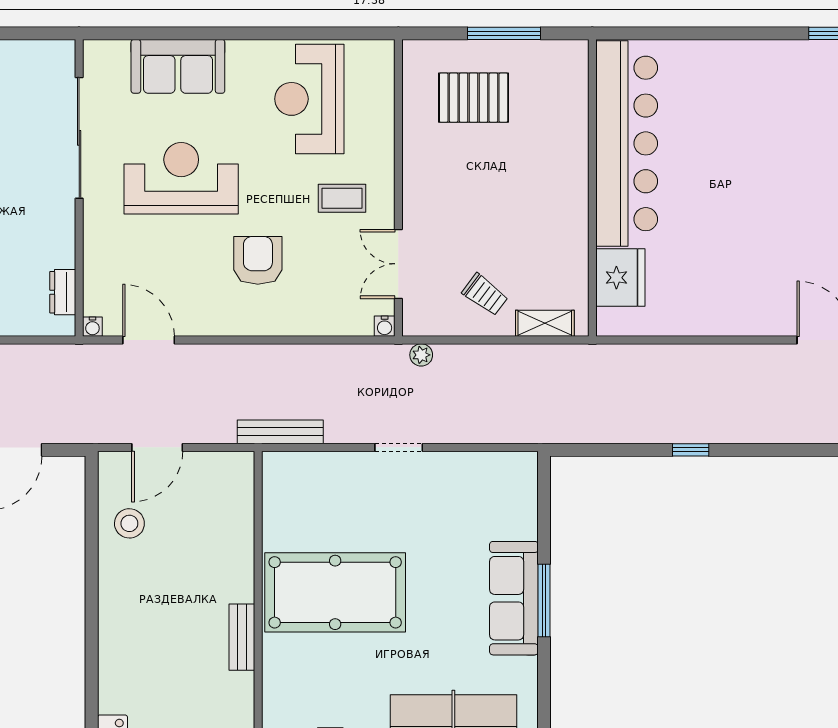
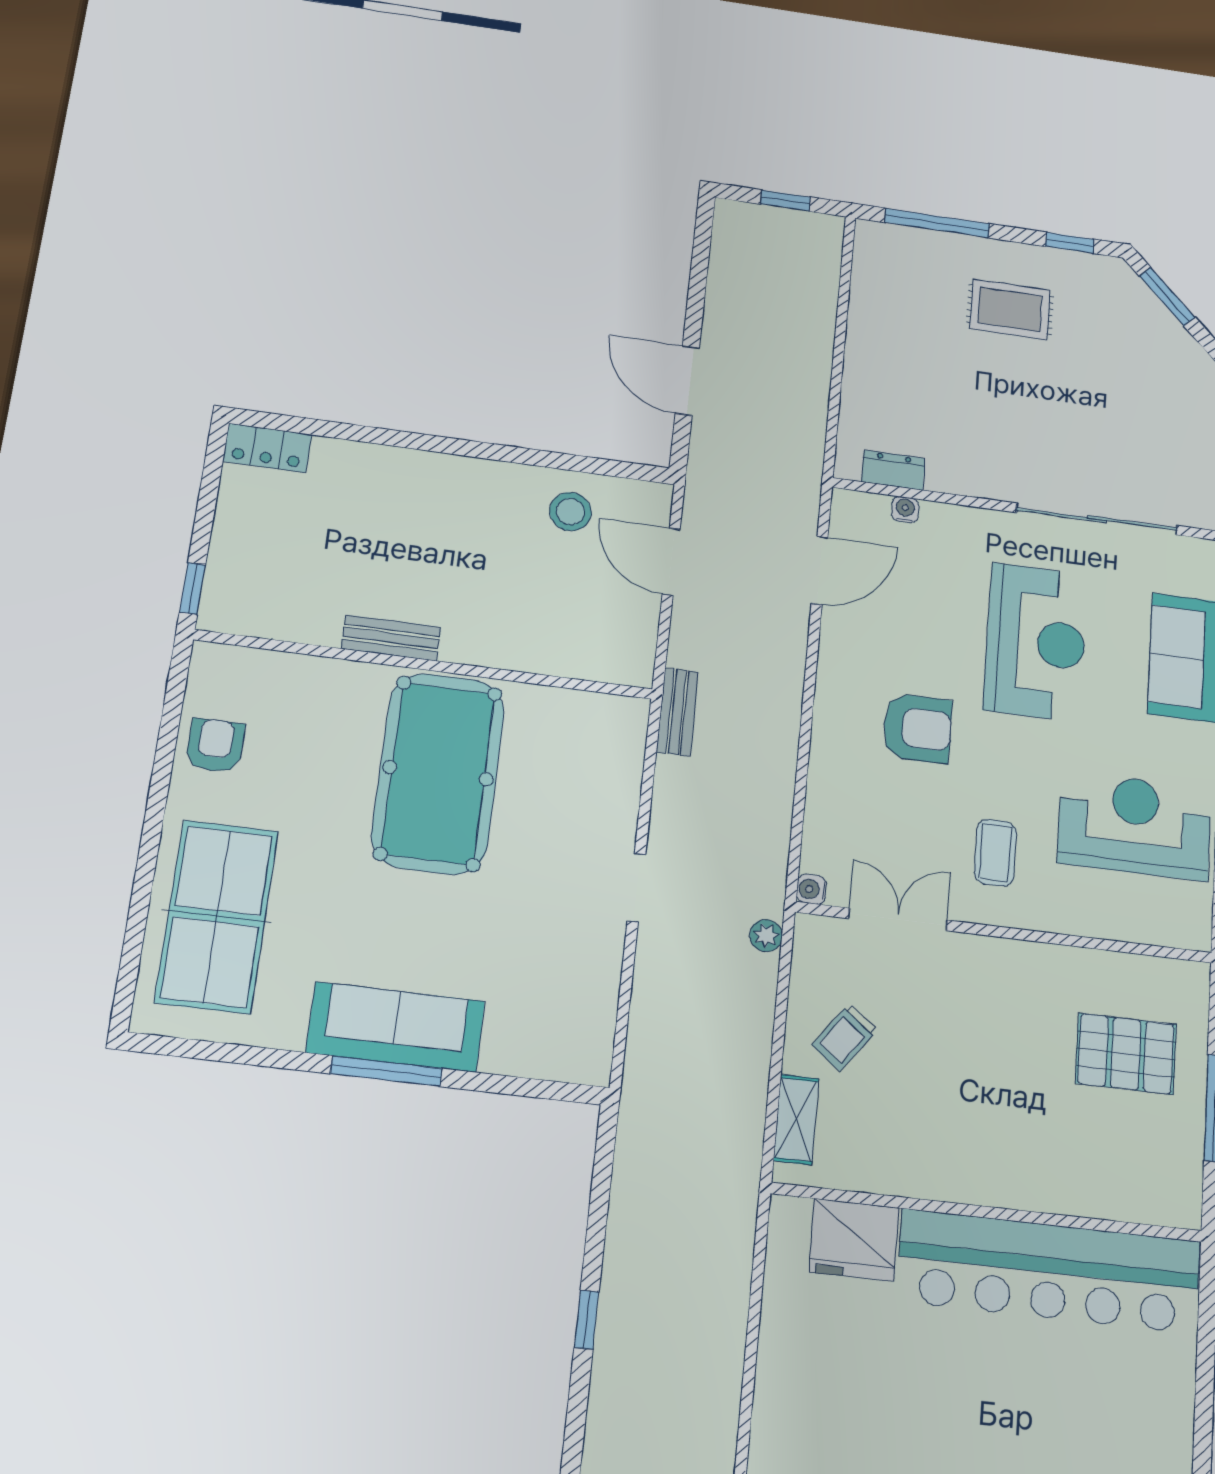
pallet: (474, 98) -> (1126, 1054), turned 90
water cooler: (92, 327) -> (905, 510), moved, turned 90
bench: (280, 432) -> (677, 712), width x0.73

